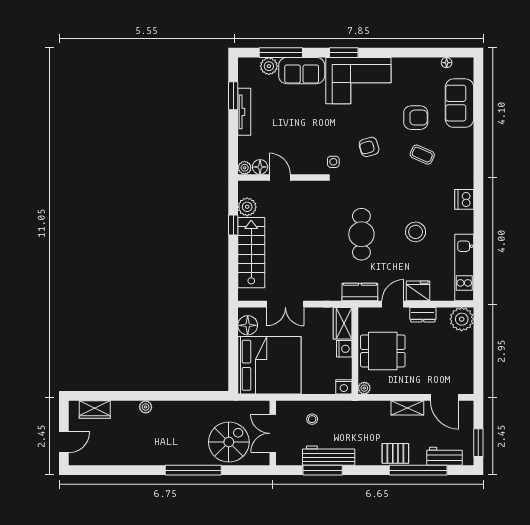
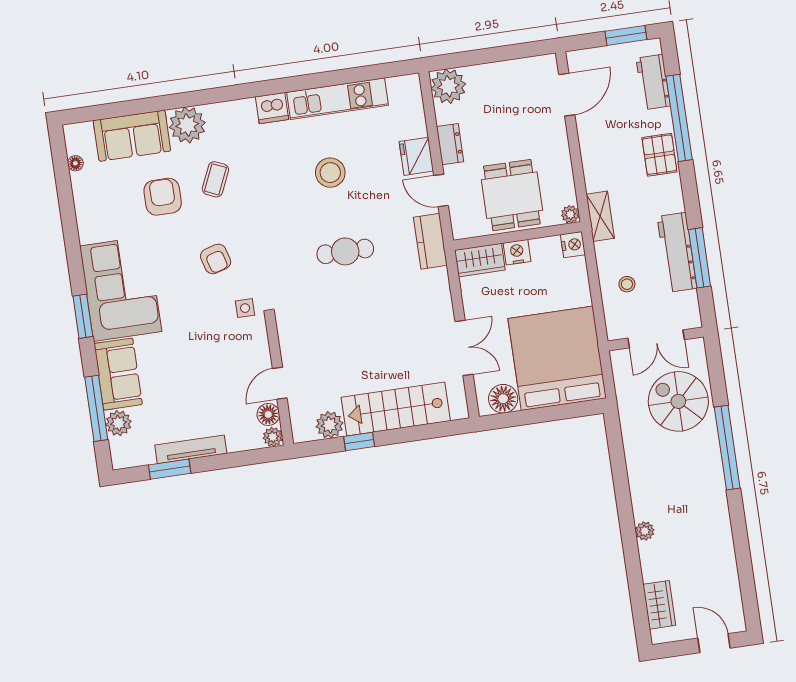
plant: (461, 141) -> (187, 125), added
cafe table: (361, 234) -> (345, 251), width x0.73, depth x0.74
kitchen unit: (464, 268) -> (337, 99), moved
shelving: (407, 408) -> (600, 216), moved

